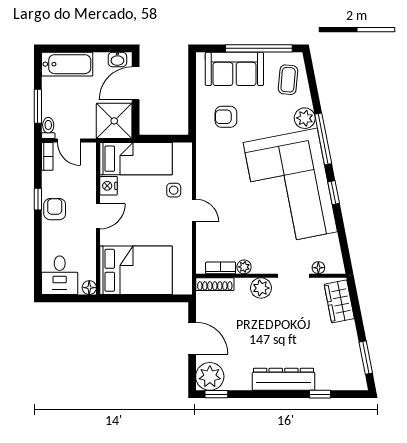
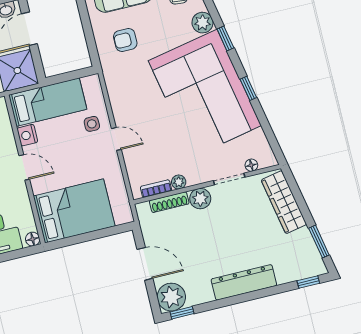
window: (323, 139) -> (225, 38), width x0.46
door: (98, 216) -> (24, 167), hinge flipped
shoe rack: (215, 284) -> (169, 202), moved
wardrobe: (339, 301) -> (284, 202), width x1.50
window: (320, 394) -> (308, 282), moved

